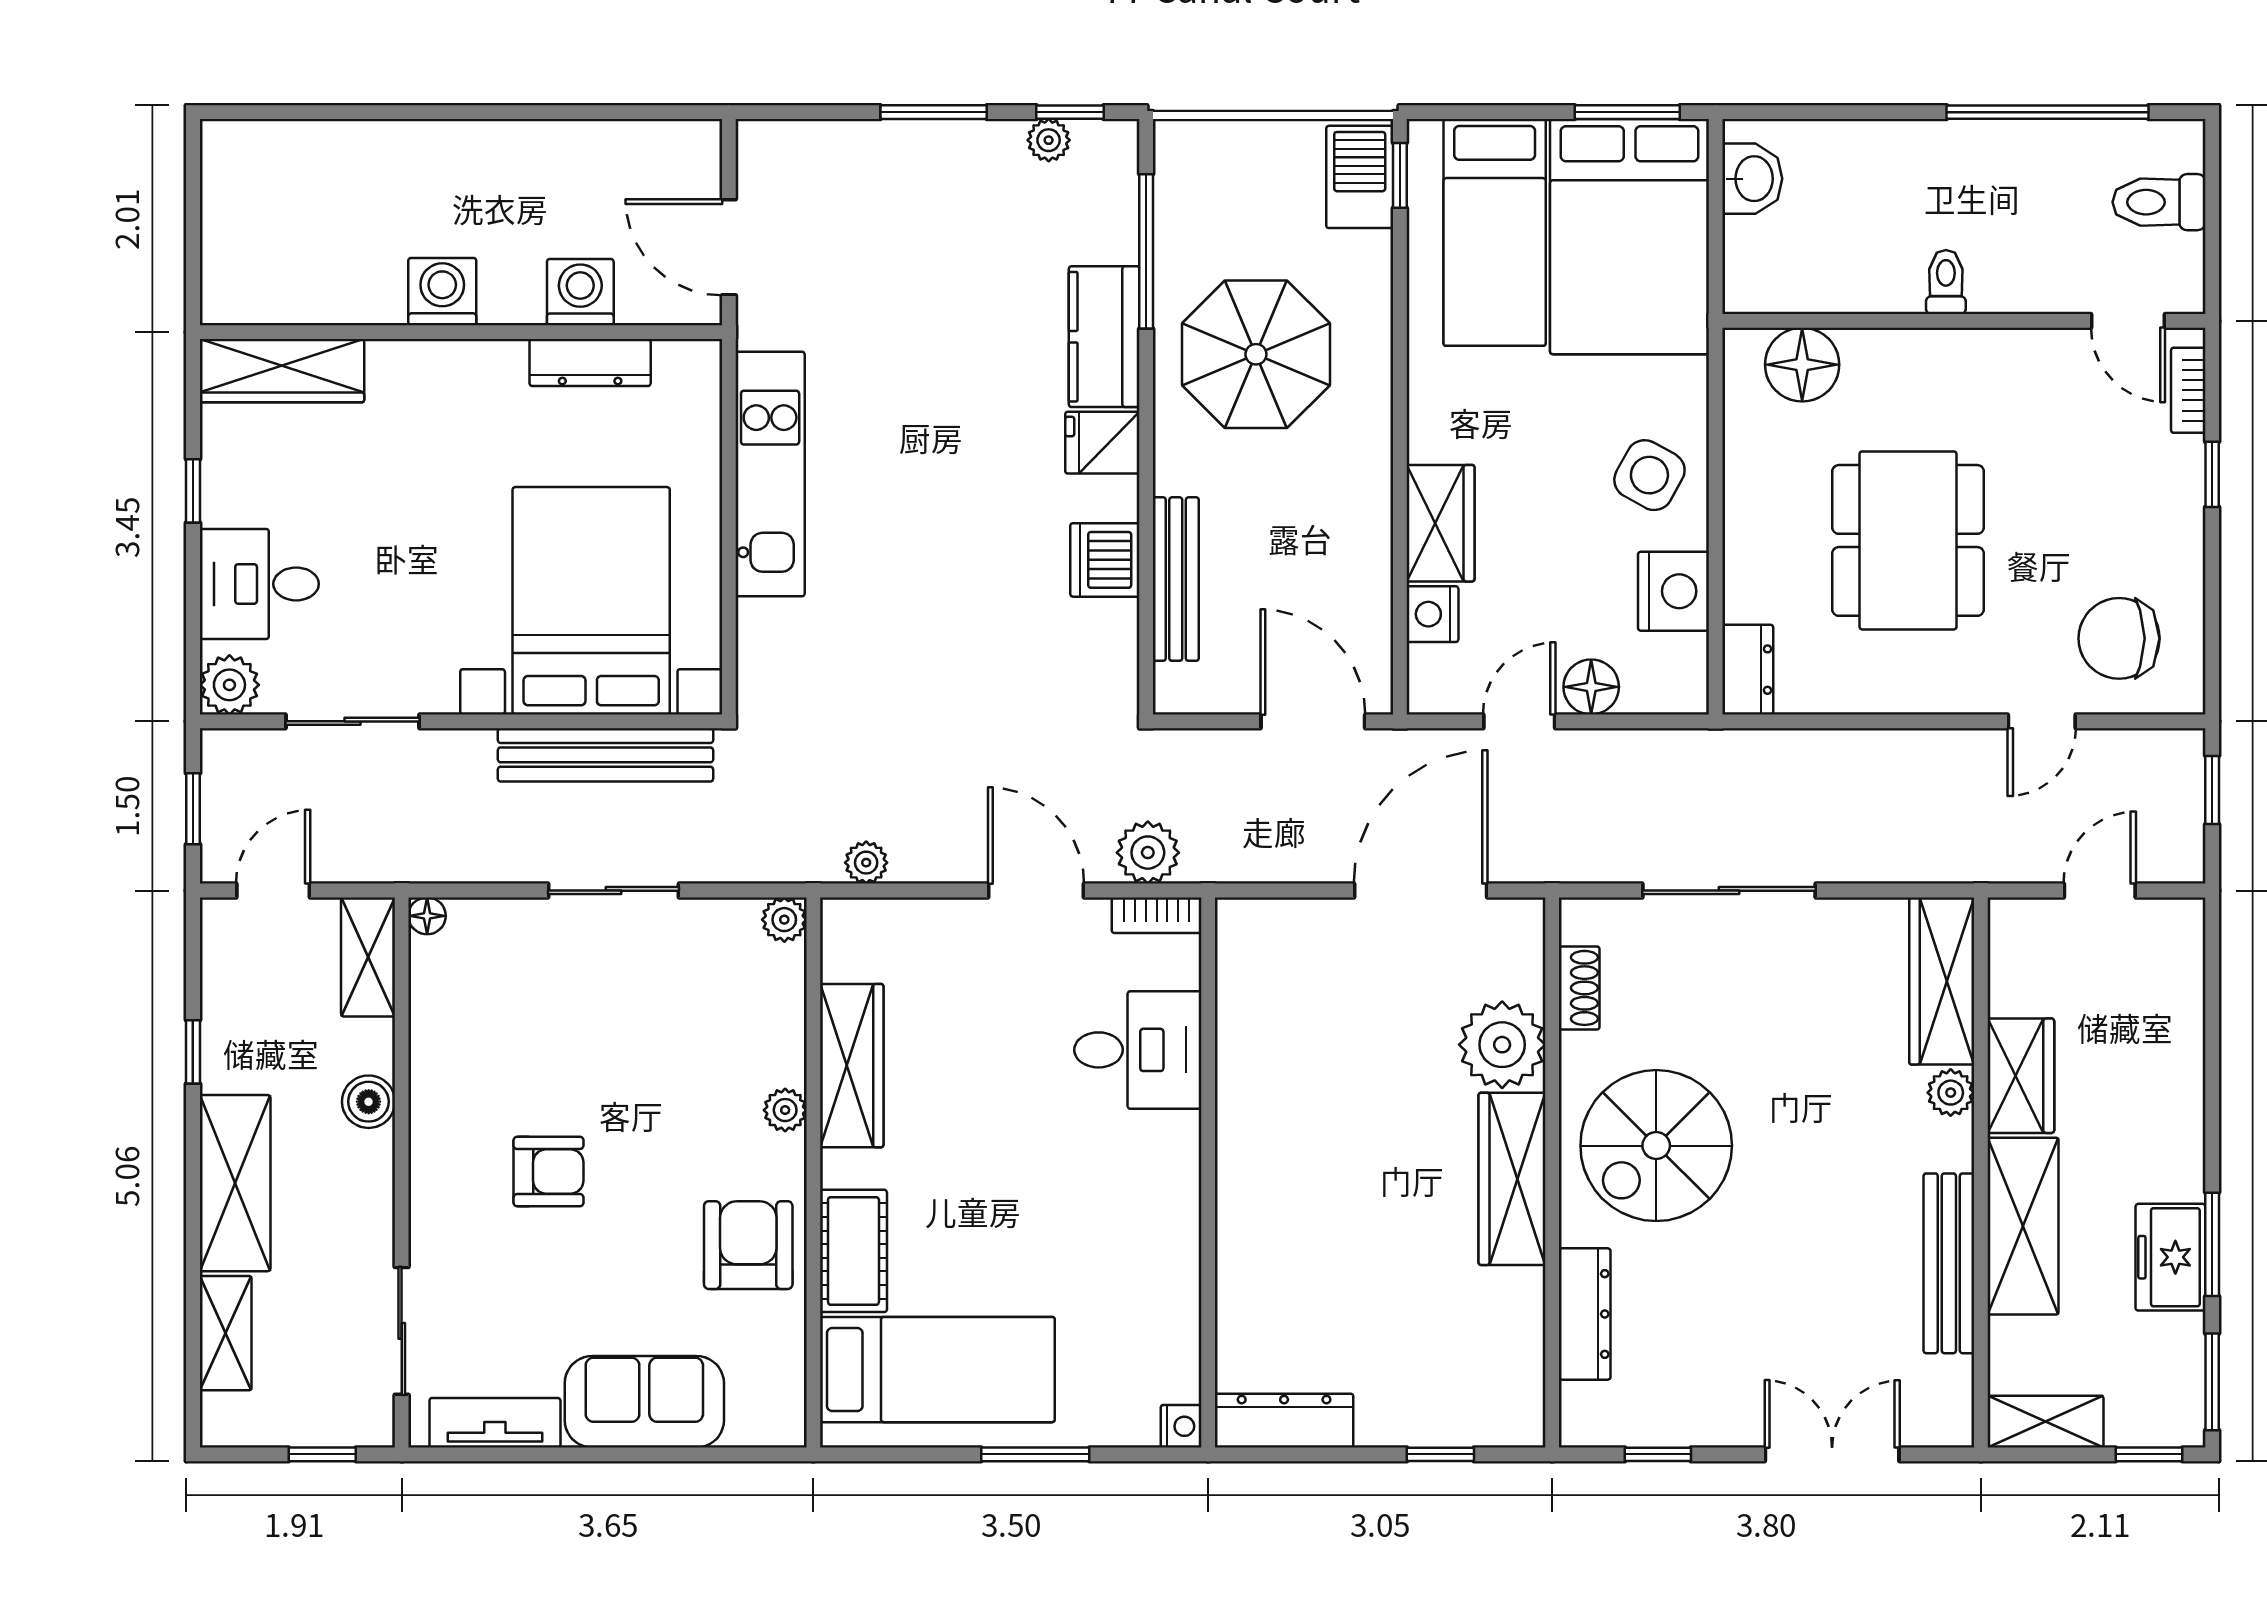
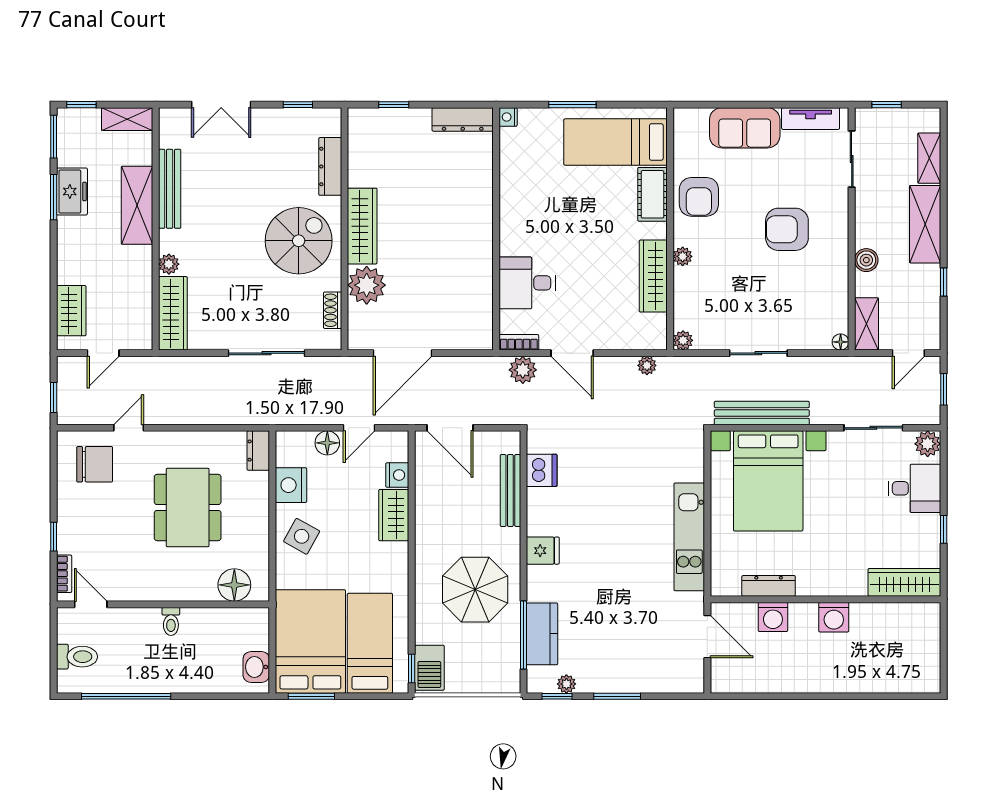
kitchen counter: (1104, 337) -> (542, 634), moved
dishwasher: (1105, 560) -> (542, 470), moved
wardrobe: (2021, 1076) -> (71, 311), moved, turned 180
armchair: (548, 1172) -> (787, 229), width x1.38, depth x1.38

